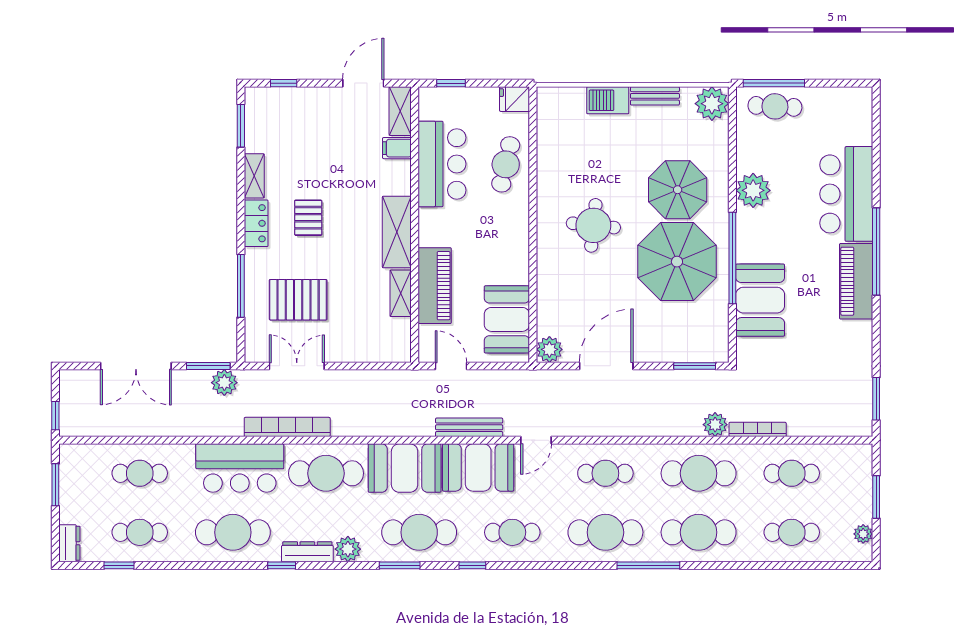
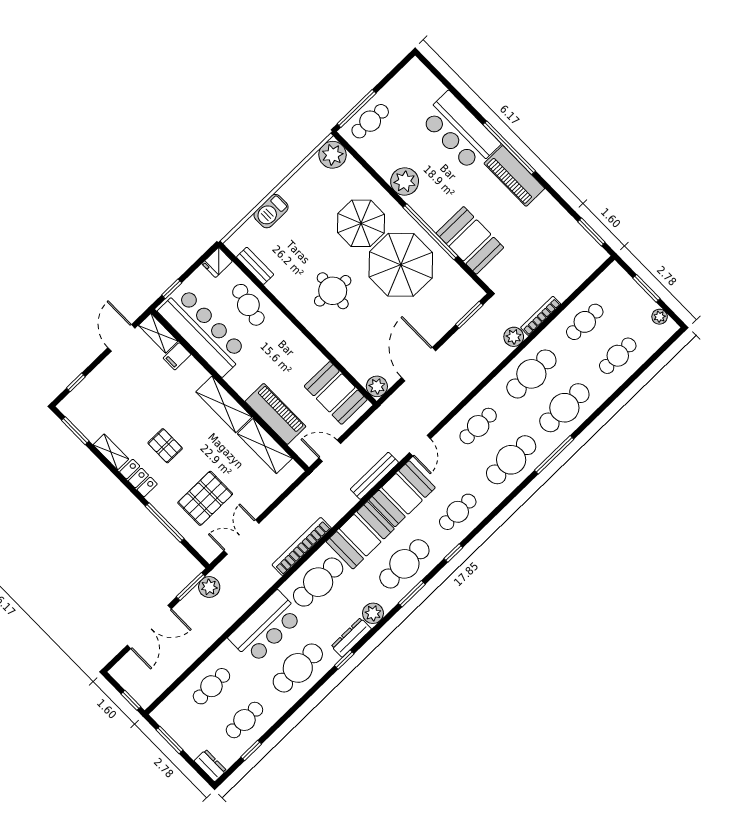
bench: (655, 96) -> (255, 266), moved, turned 90
bar counter: (442, 164) -> (203, 331), width x1.36
shelving: (401, 293) -> (265, 446), width x1.50, depth x1.33
bookcase: (287, 427) -> (302, 546), moved

